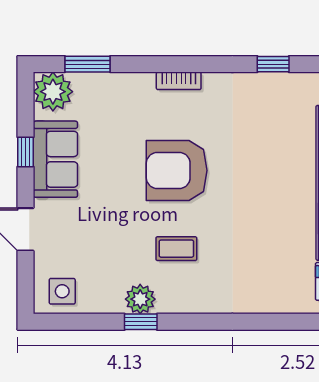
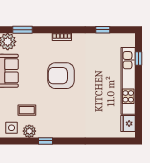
coffee table: (176, 249) -> (27, 110), moved
plant: (140, 299) -> (29, 131), moved

